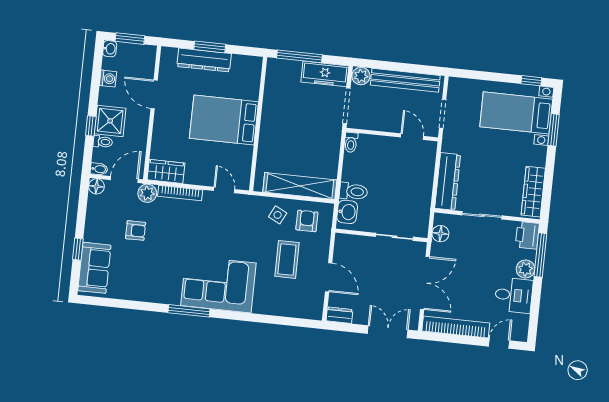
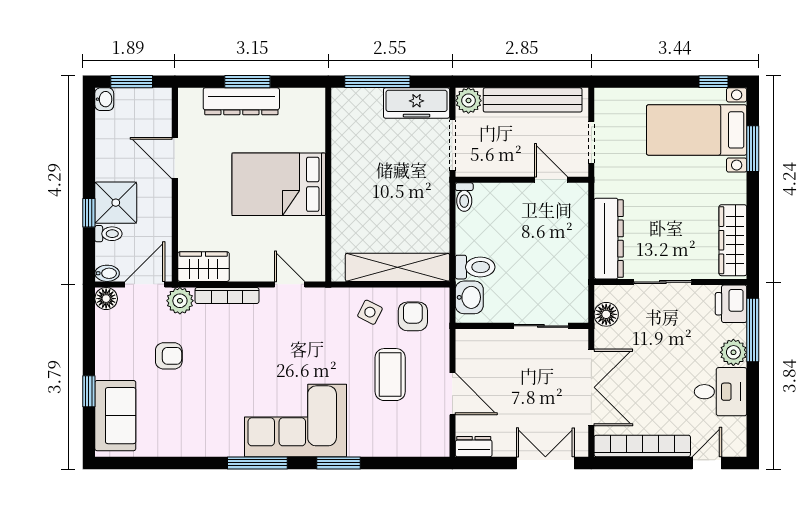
washing machine: (108, 79) -> (106, 142), removed
window: (245, 317) -> (339, 463), added

